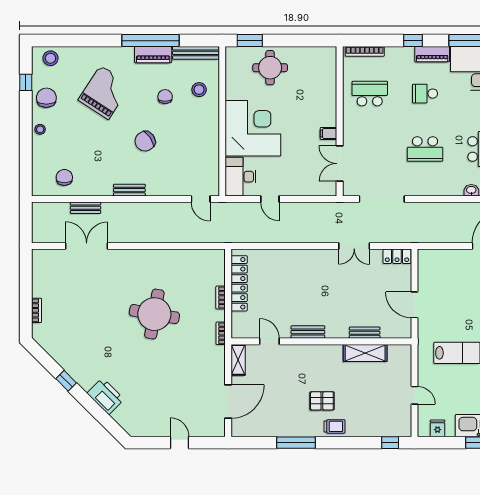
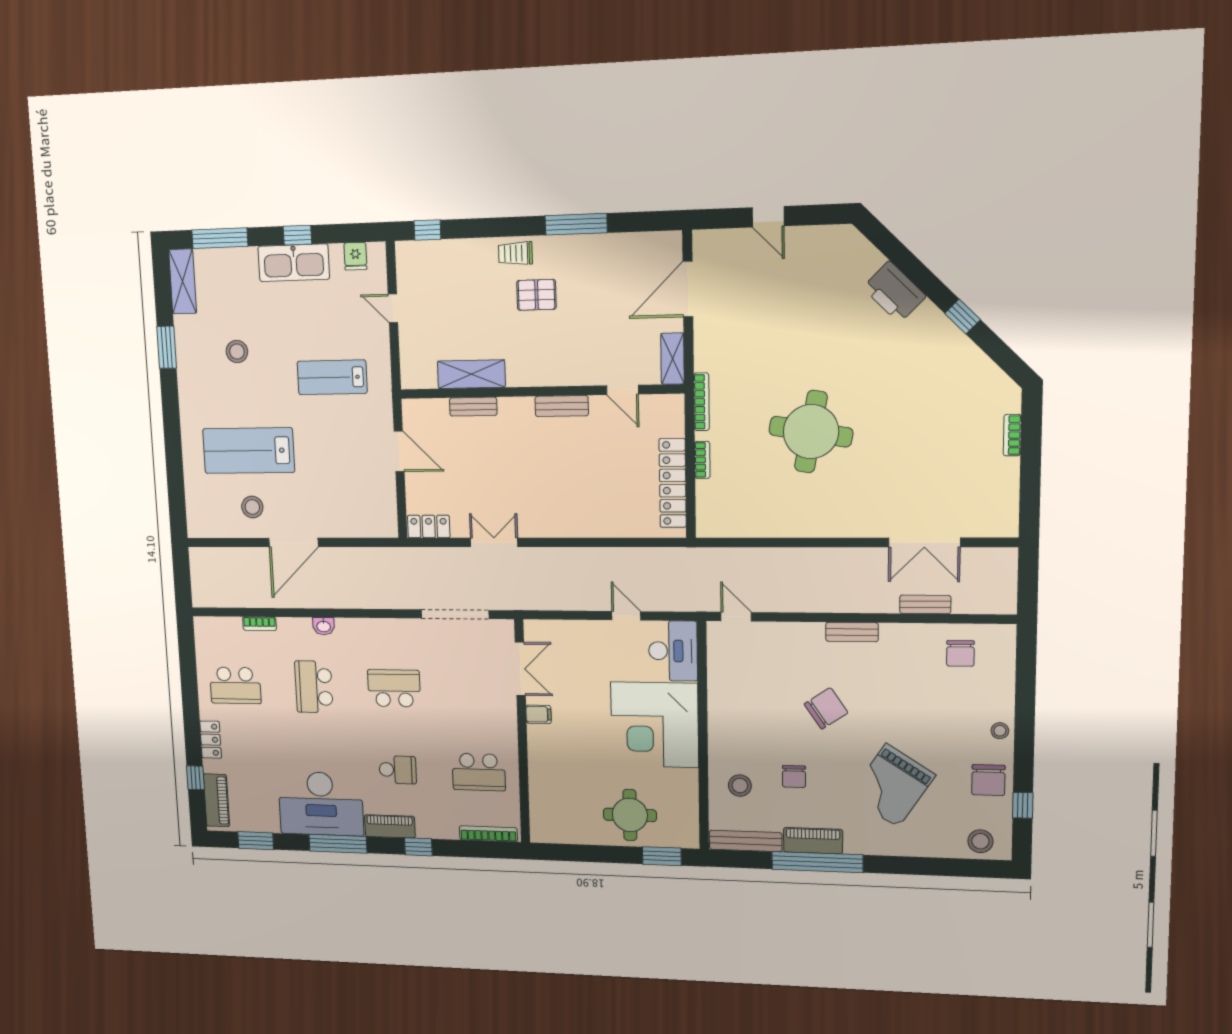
bookcase: (221, 333) -> (701, 402), width x1.56

